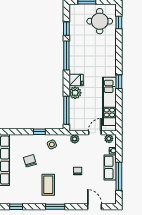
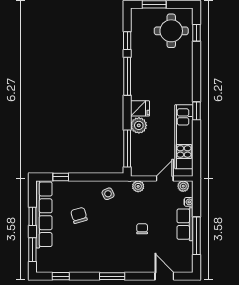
window: (39, 132) -> (61, 177), moved
coffee table: (48, 185) -> (103, 247), removed

